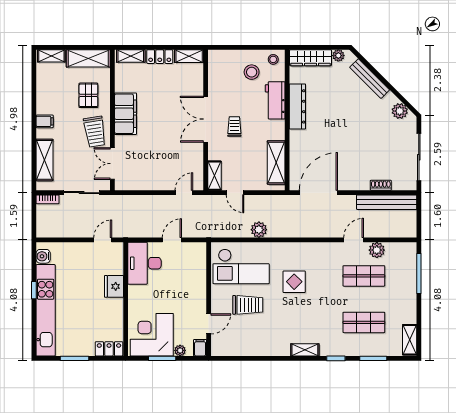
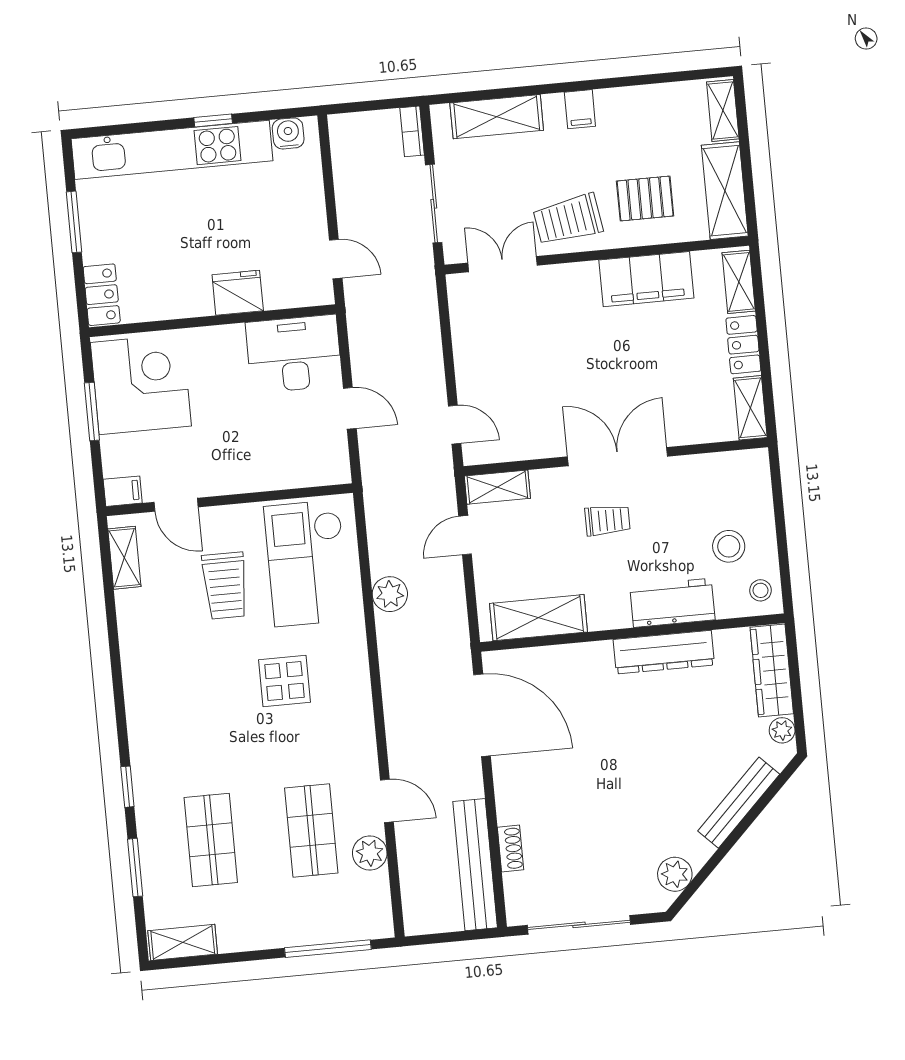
filing cabinet: (125, 114) -> (646, 279), moved
plant: (180, 350) -> (113, 448), removed
shelving: (305, 350) -> (124, 558), moved

